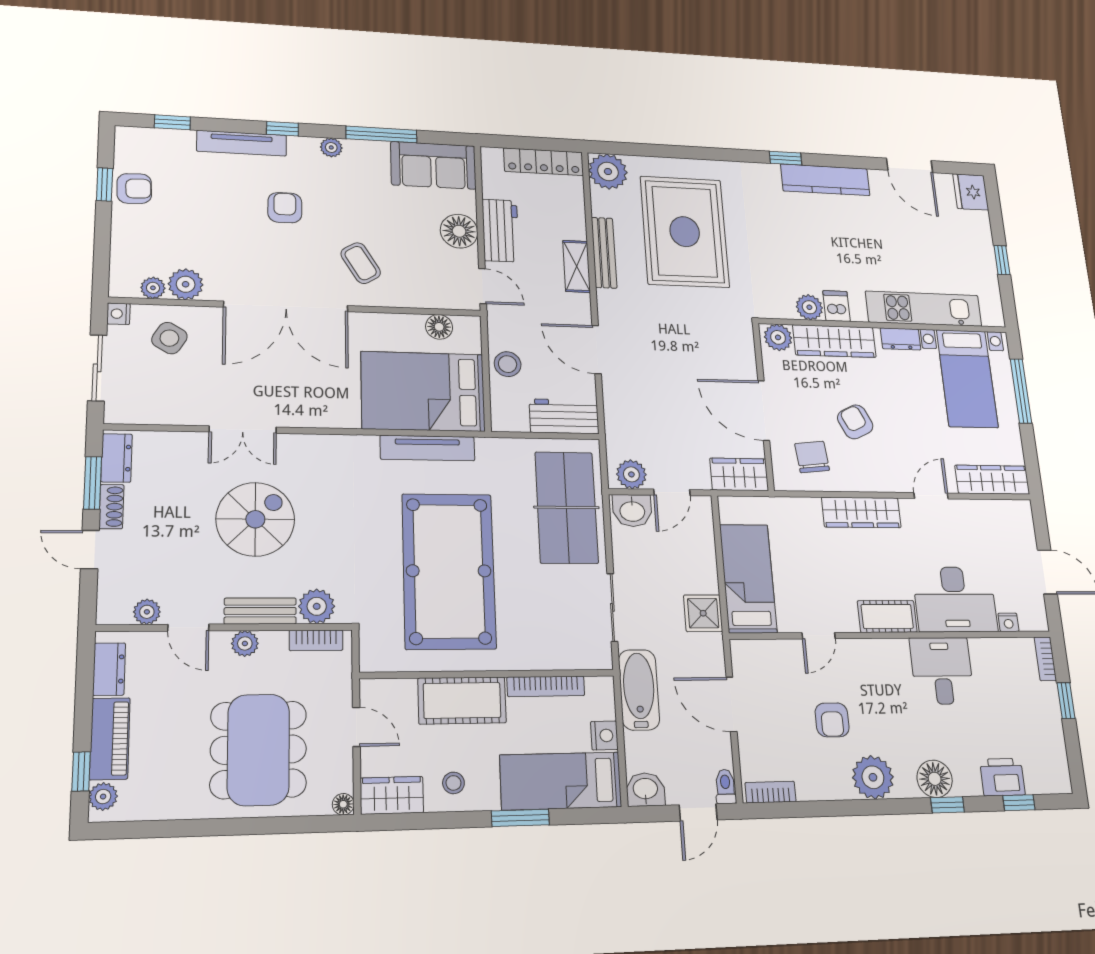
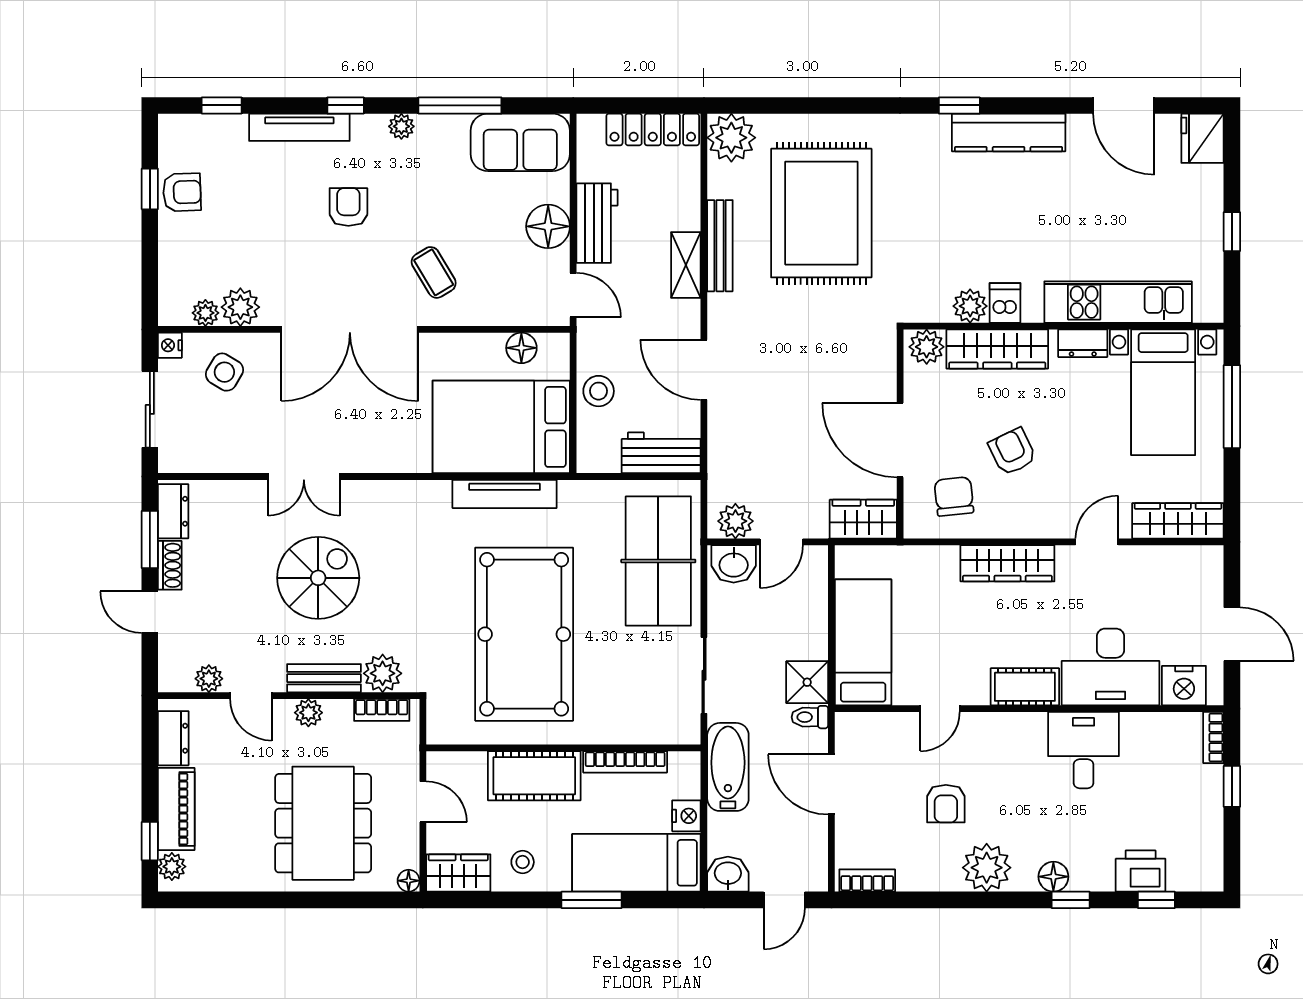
nightstand: (1008, 622) -> (1184, 686), width x1.89, depth x1.79
floor lamp: (935, 779) -> (1053, 877), width x0.73, depth x0.73
toilet: (725, 787) -> (810, 717), moved, turned -90

